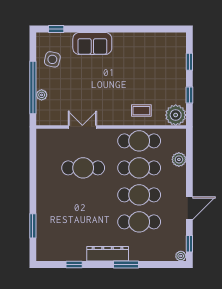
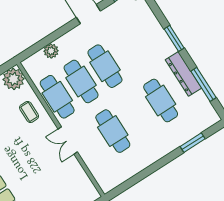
double door: (82, 127) -> (68, 141), moved
cafe table: (139, 222) -> (161, 100), moved
dresser: (108, 254) -> (183, 74), moved
window: (74, 265) -> (203, 84), width x2.17

